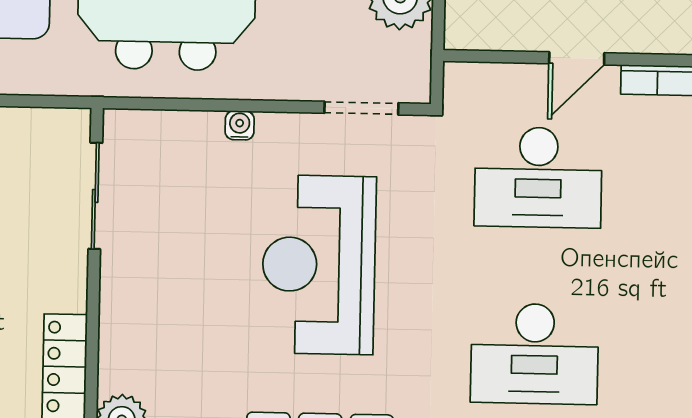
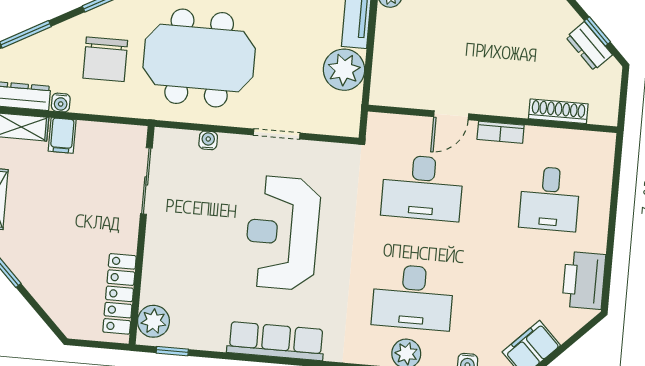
doorway: (361, 108) -> (277, 134), moved
water cooler: (240, 125) -> (208, 140), moved

